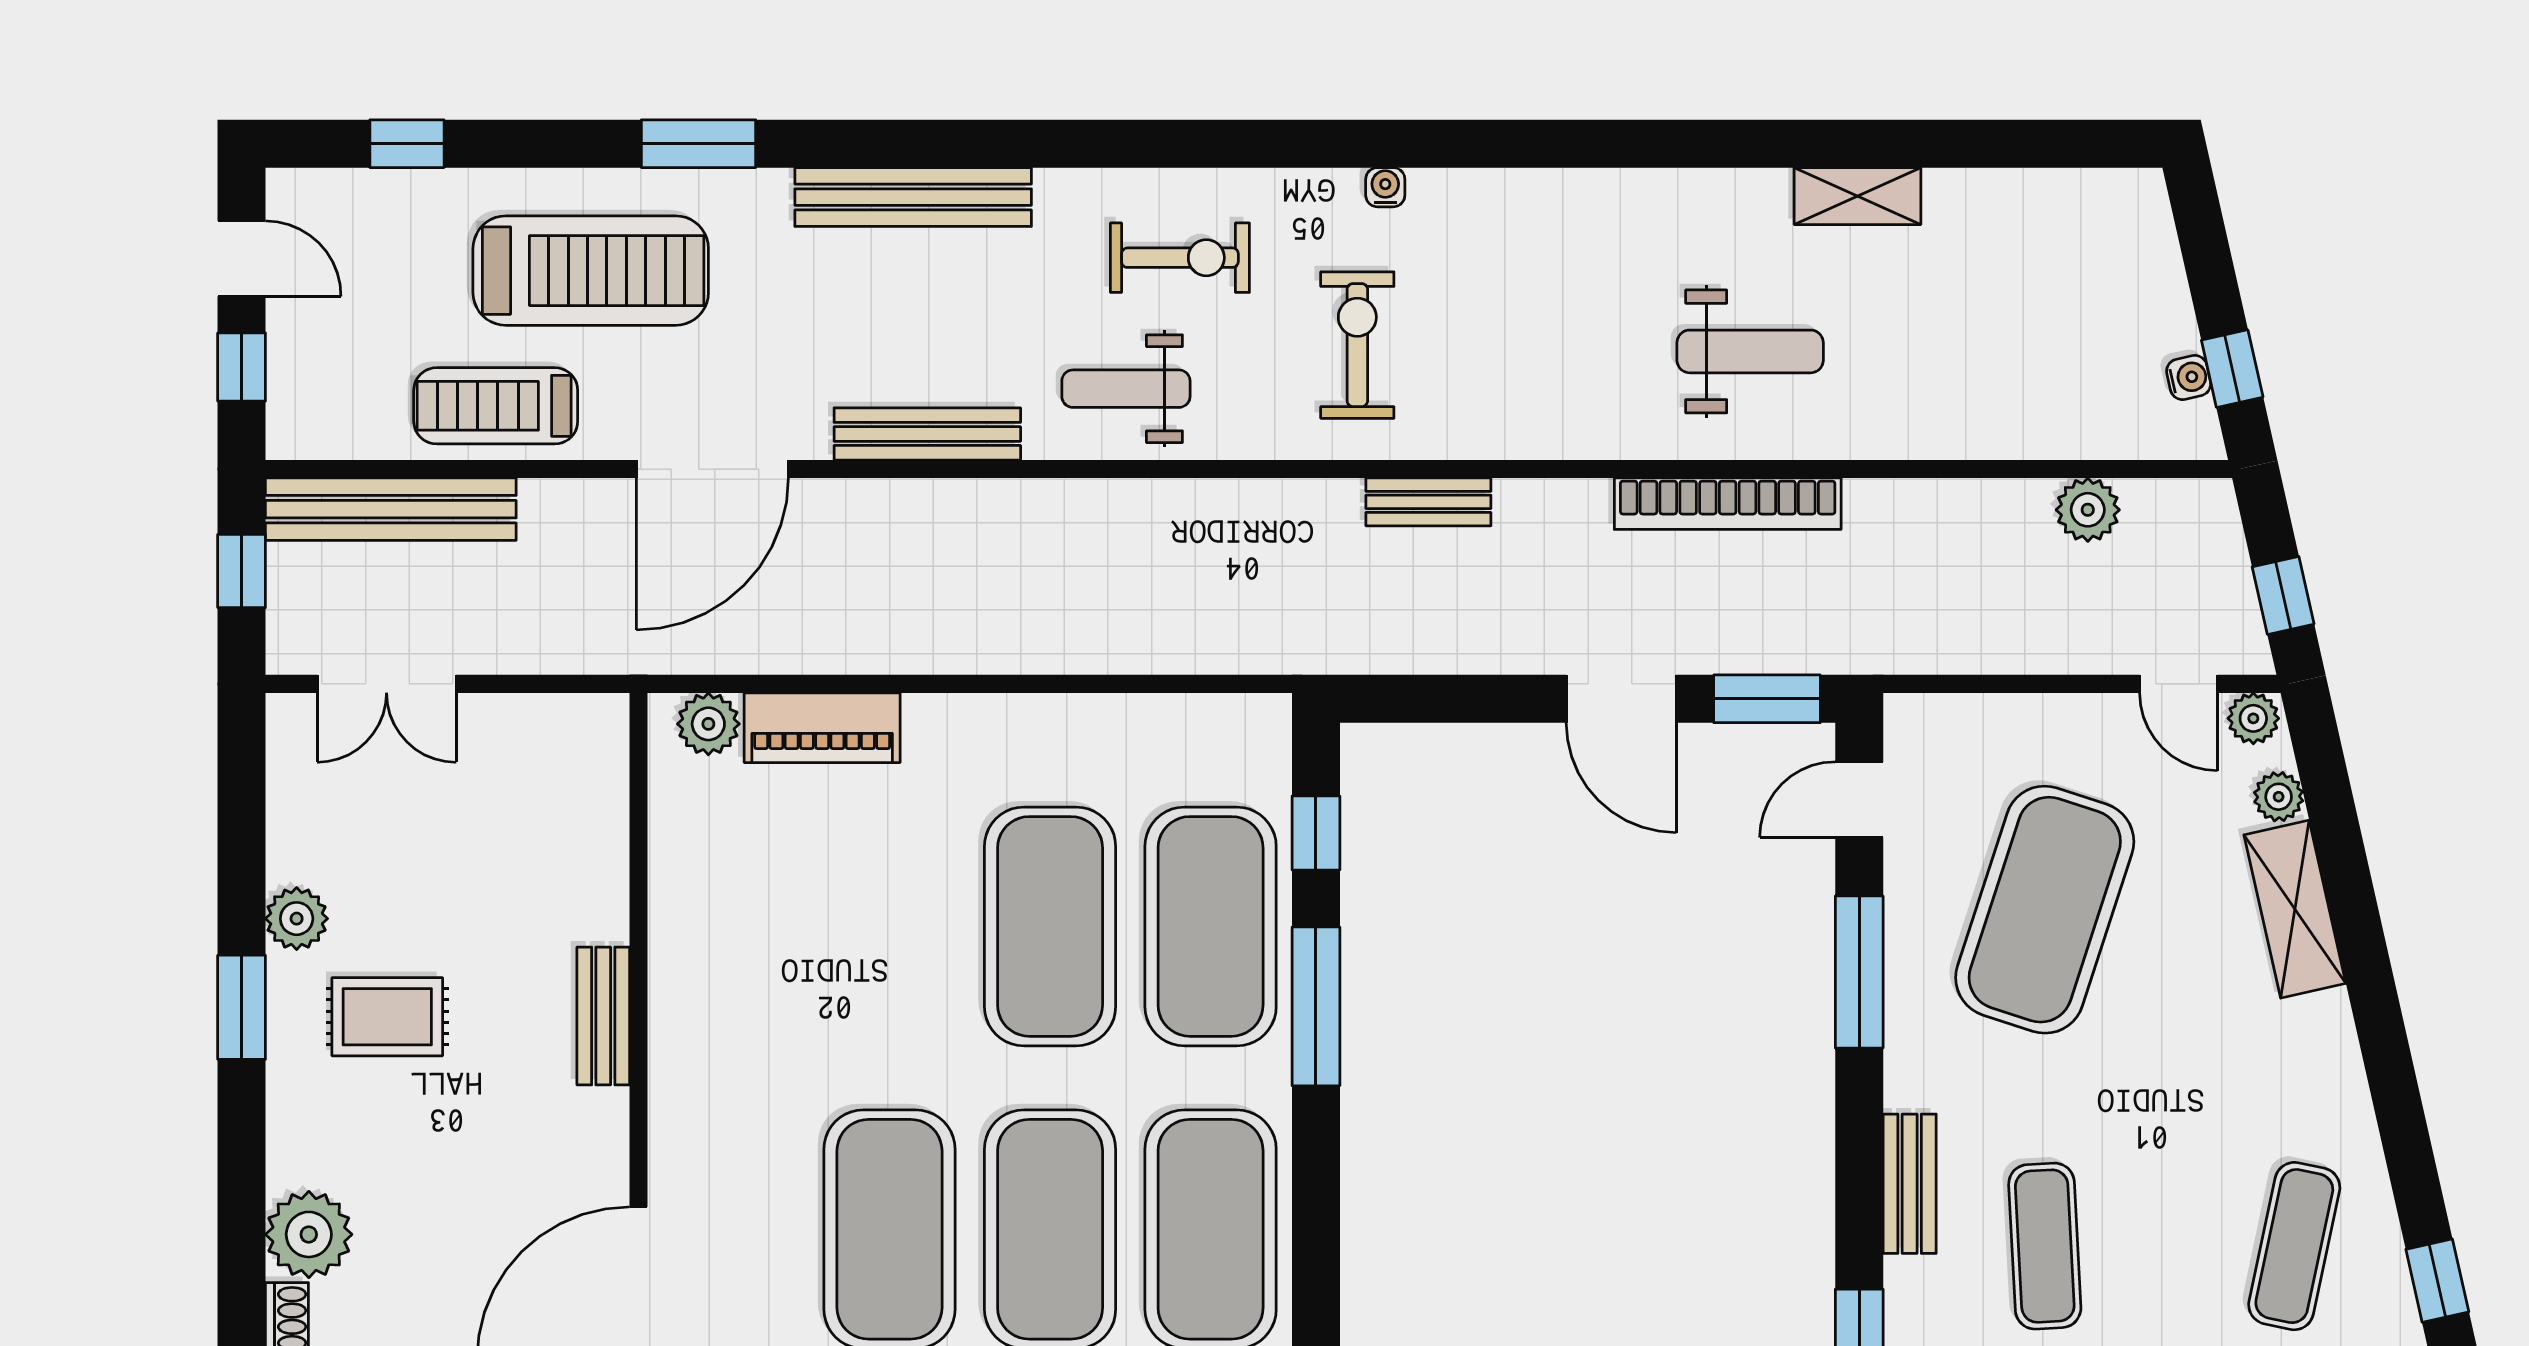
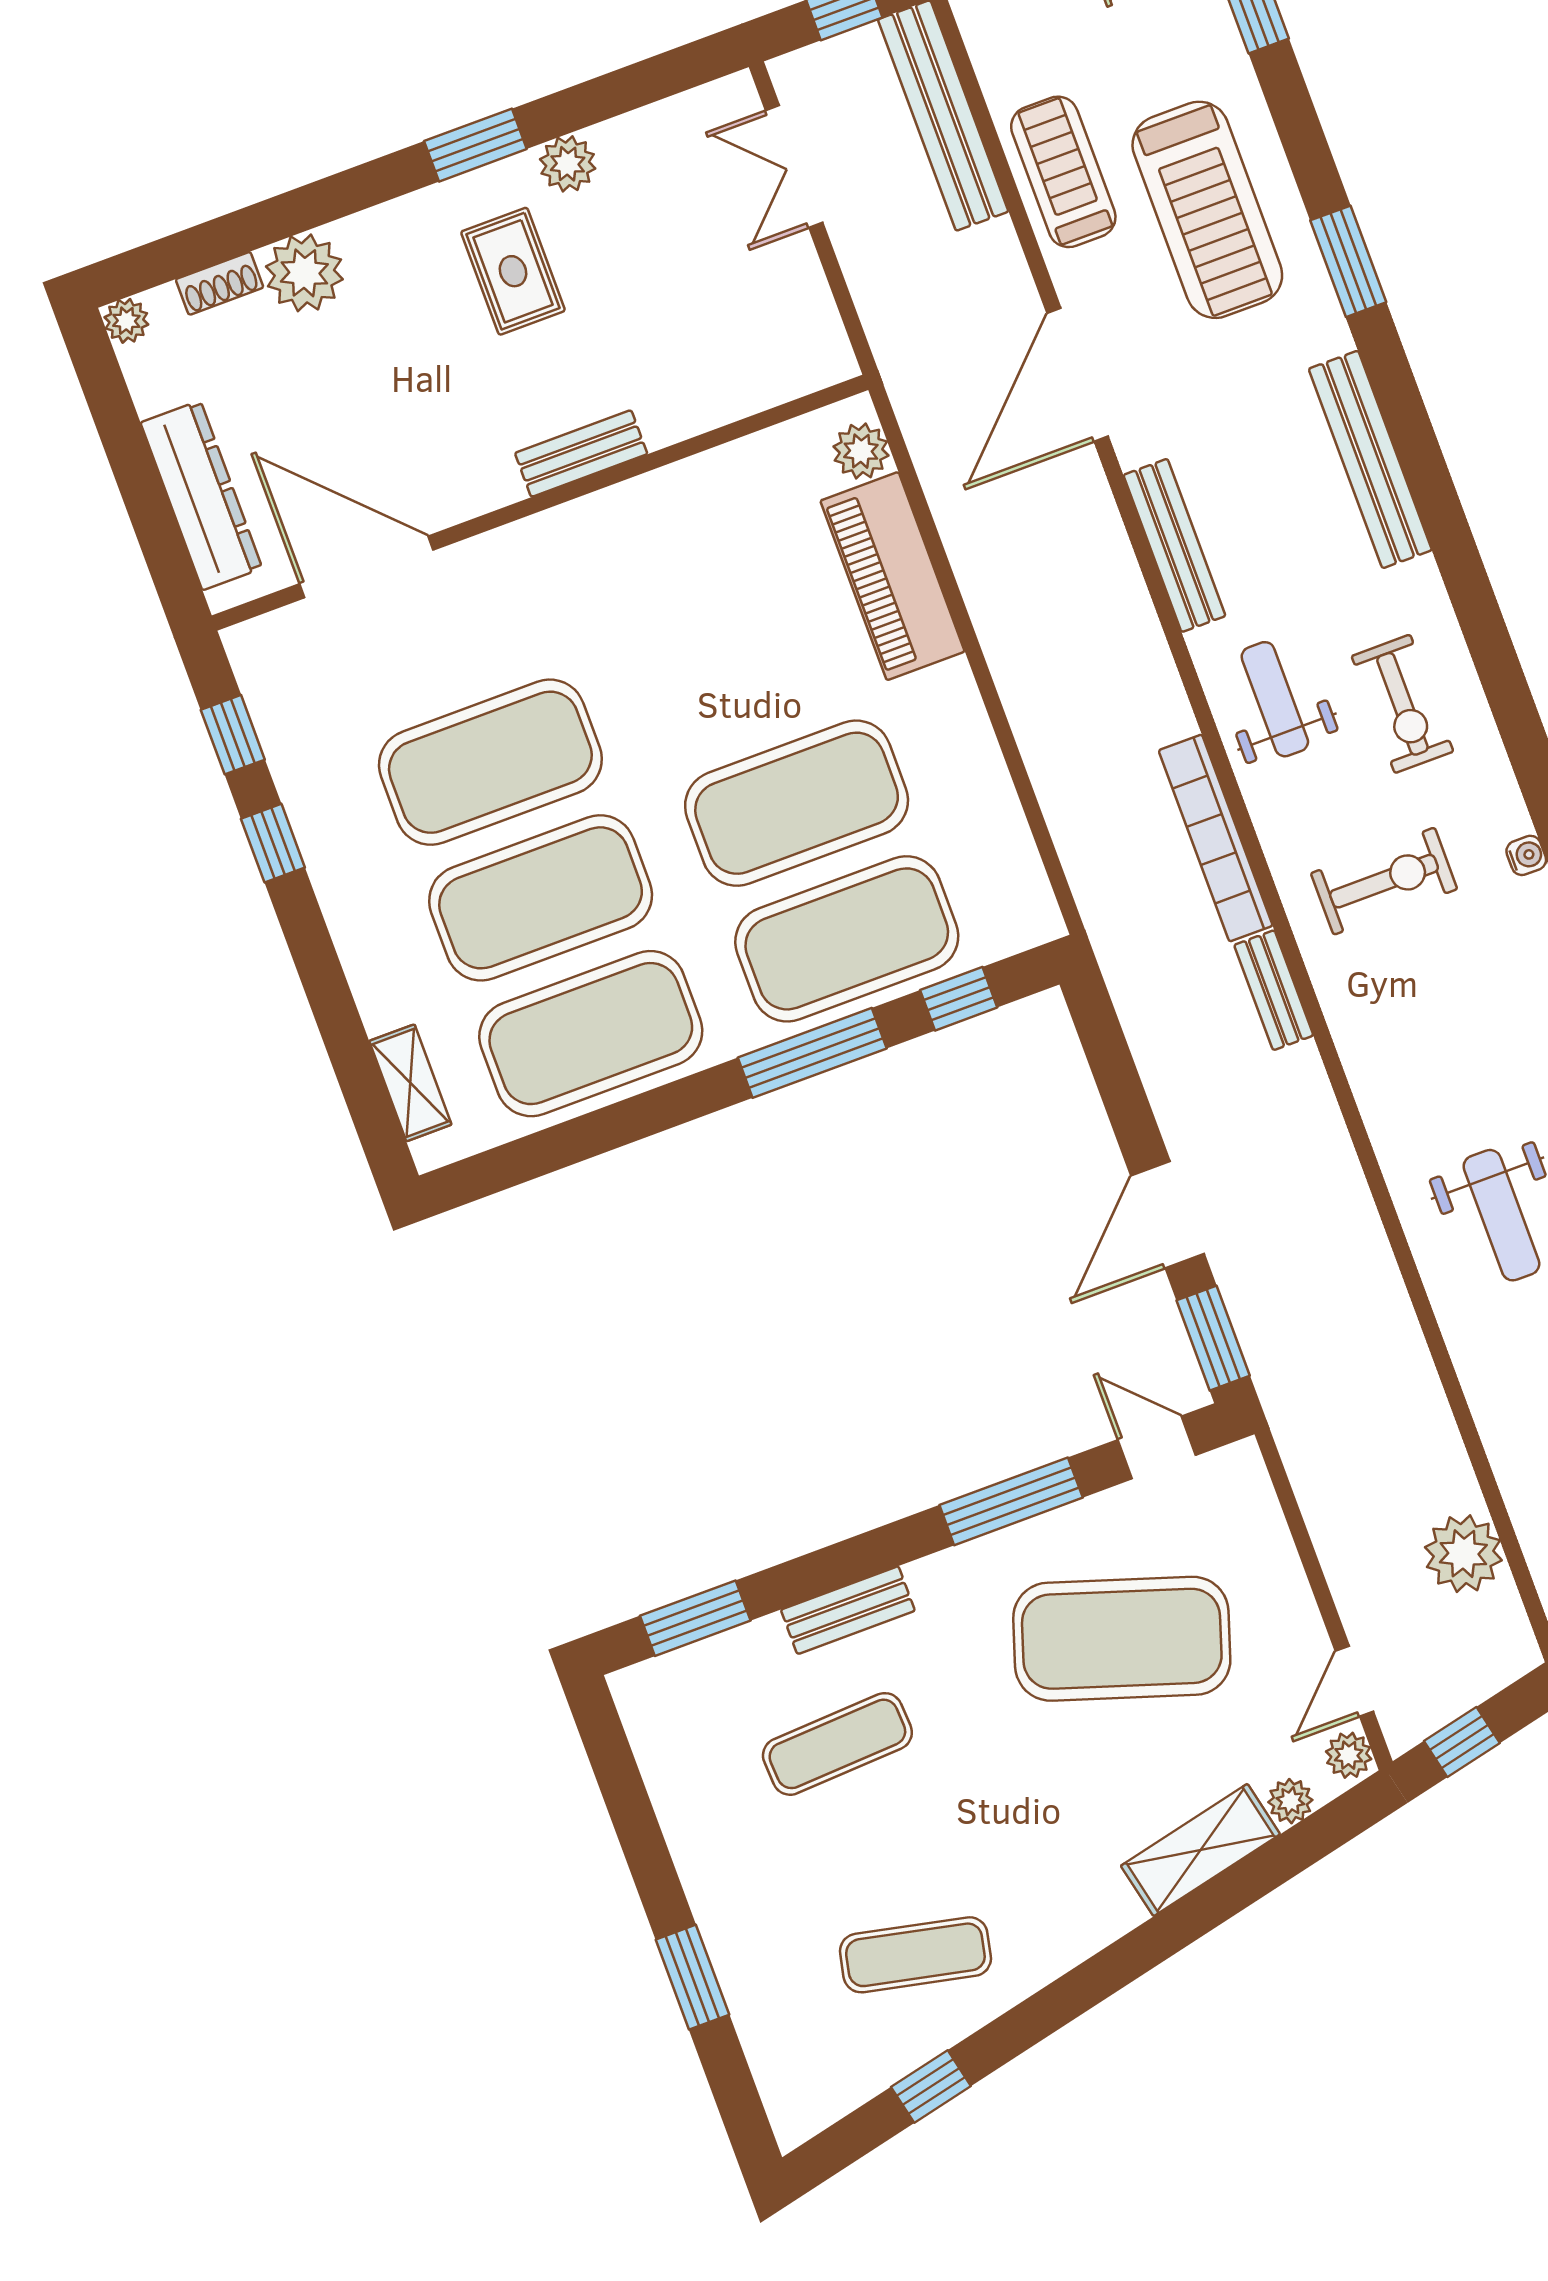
door: (712, 469) -> (1078, 375), hinge flipped
bookcase: (1728, 504) -> (1216, 838), moved
plant: (2088, 510) -> (1463, 1554), width x1.36, depth x1.36
piano: (822, 728) -> (893, 576), width x1.37, depth x1.33

